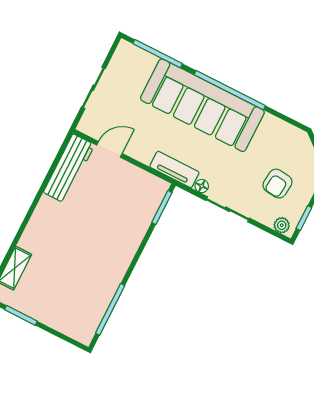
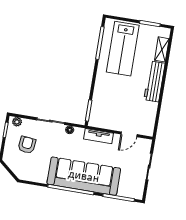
workbench: (69, 169) -> (154, 81), moved
tv unit: (174, 169) -> (99, 136), moved
lab bench: (77, 289) -> (123, 49), added

